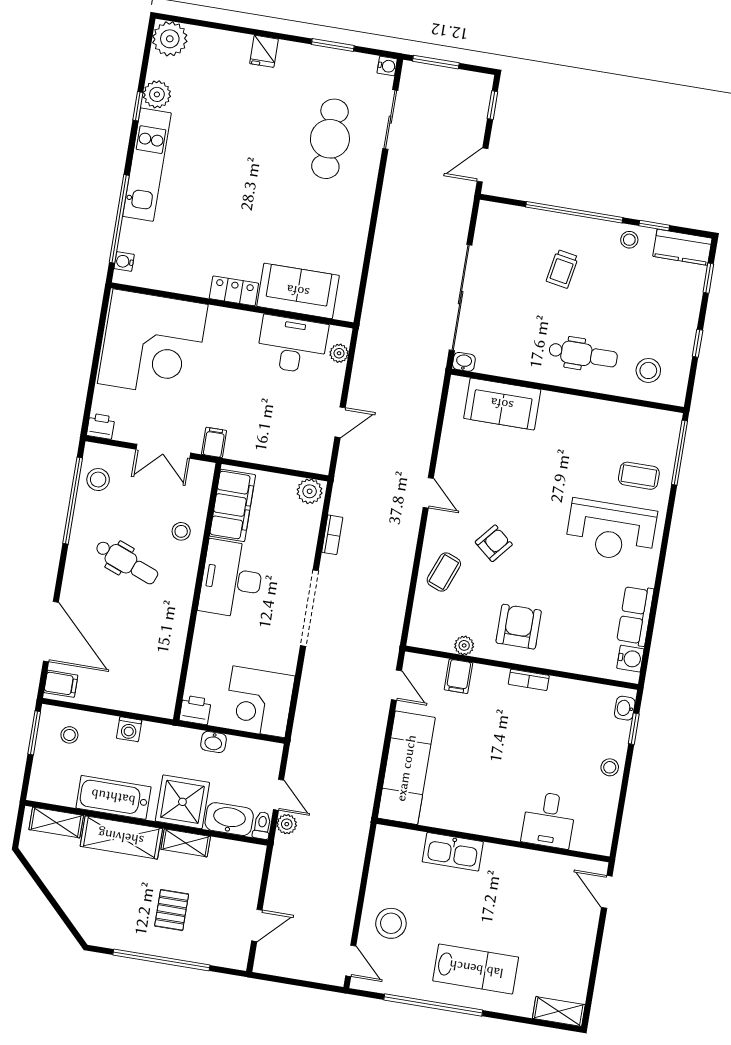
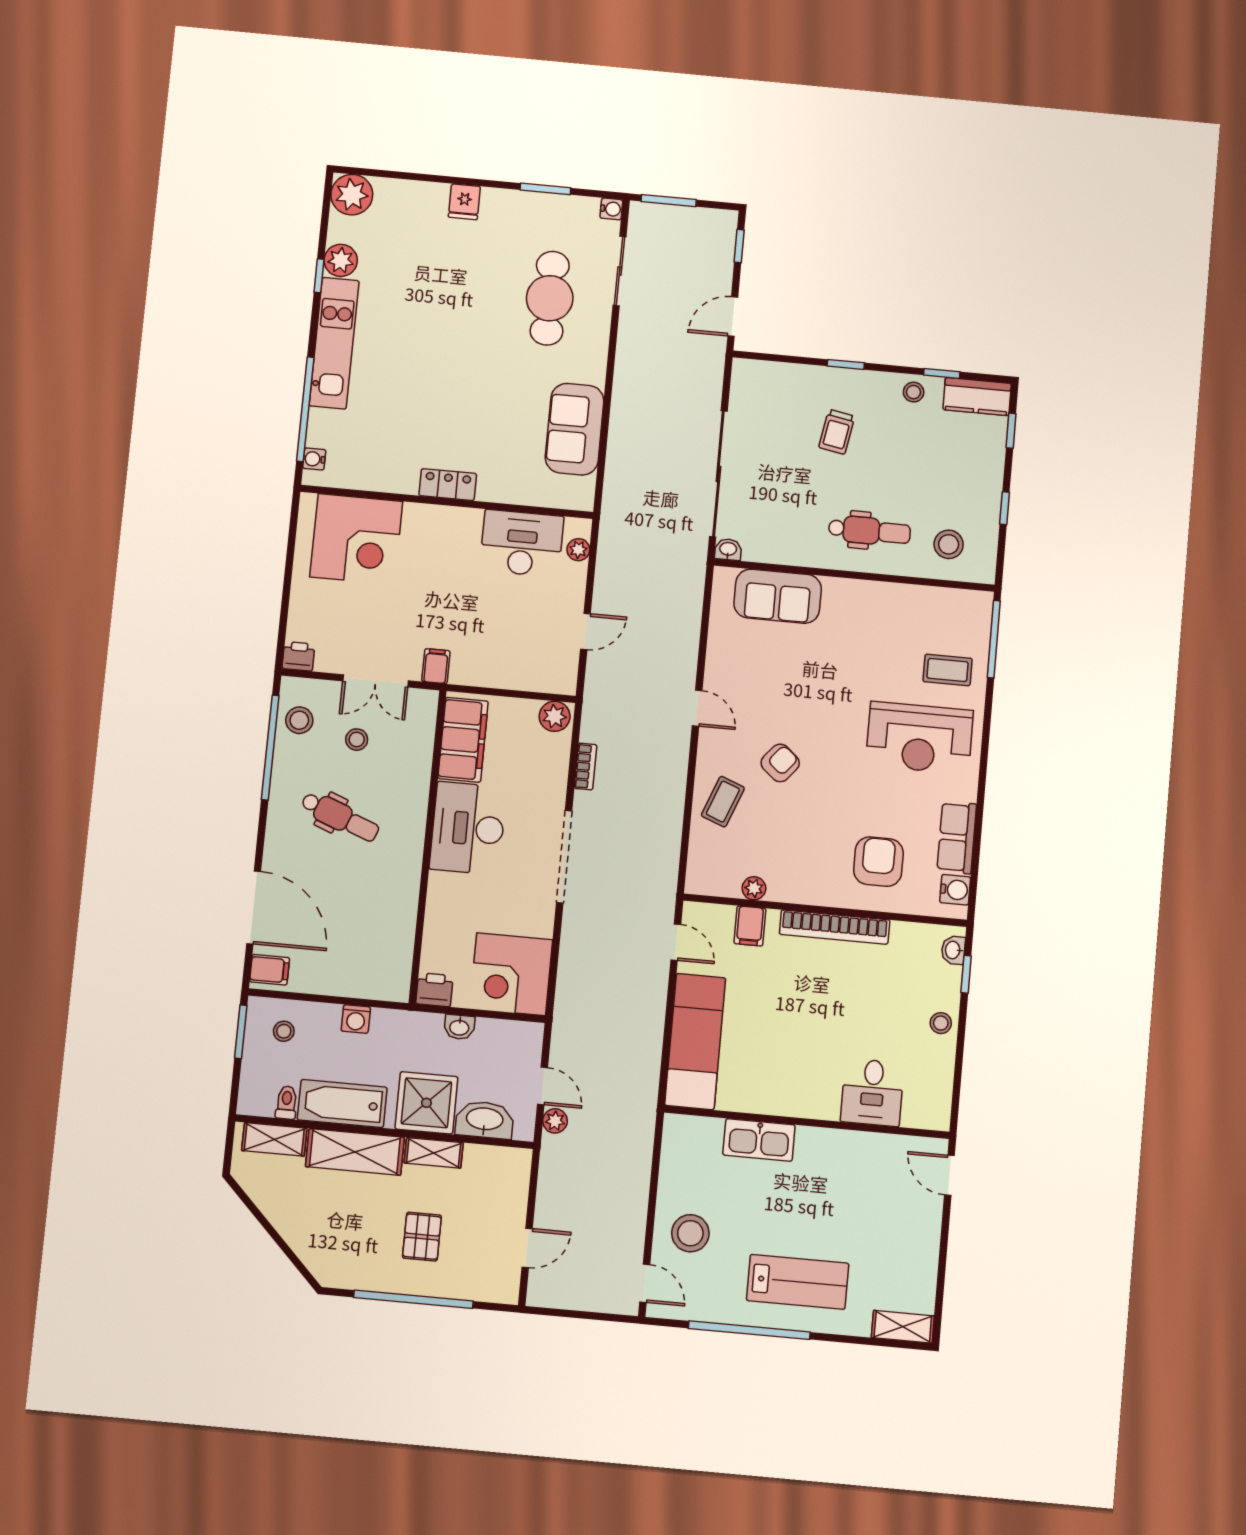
window: (574, 212) -> (846, 364), width x0.32
sofa: (298, 291) -> (575, 429), moved, turned -90
corner desk: (153, 344) -> (356, 539), width x0.74, depth x0.74
stool: (181, 531) -> (357, 740), moved
armchair: (519, 627) -> (878, 862), moved
bookcase: (529, 680) -> (835, 927), width x2.31, depth x1.31
toilet: (262, 825) -> (286, 1103), moved

